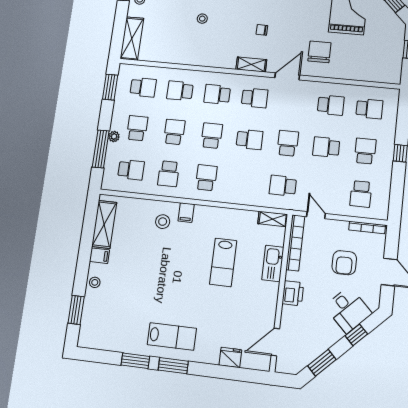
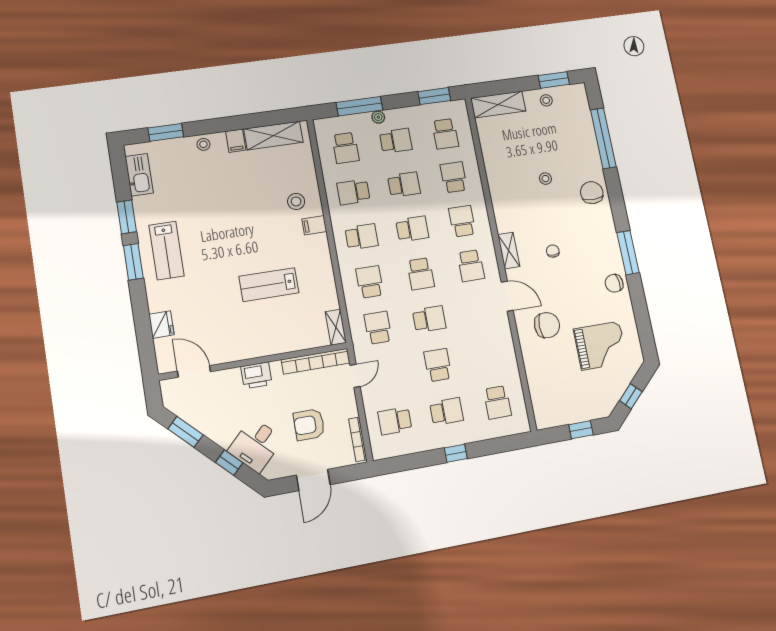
school desk: (331, 105) -> (370, 282), moved, turned 180
kitchen sink: (273, 263) -> (139, 175), moved, turned 90

